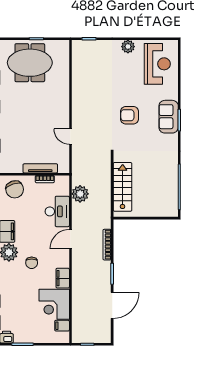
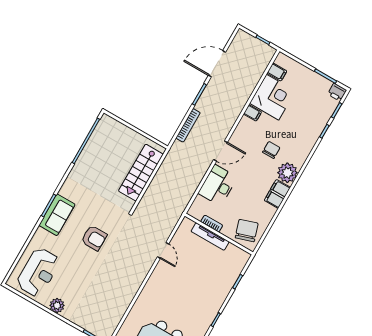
reception desk: (157, 64) -> (38, 272), turned 180
plant: (80, 194) -> (186, 190), removed
filing cabinet: (63, 278) -> (253, 113), width x0.50

